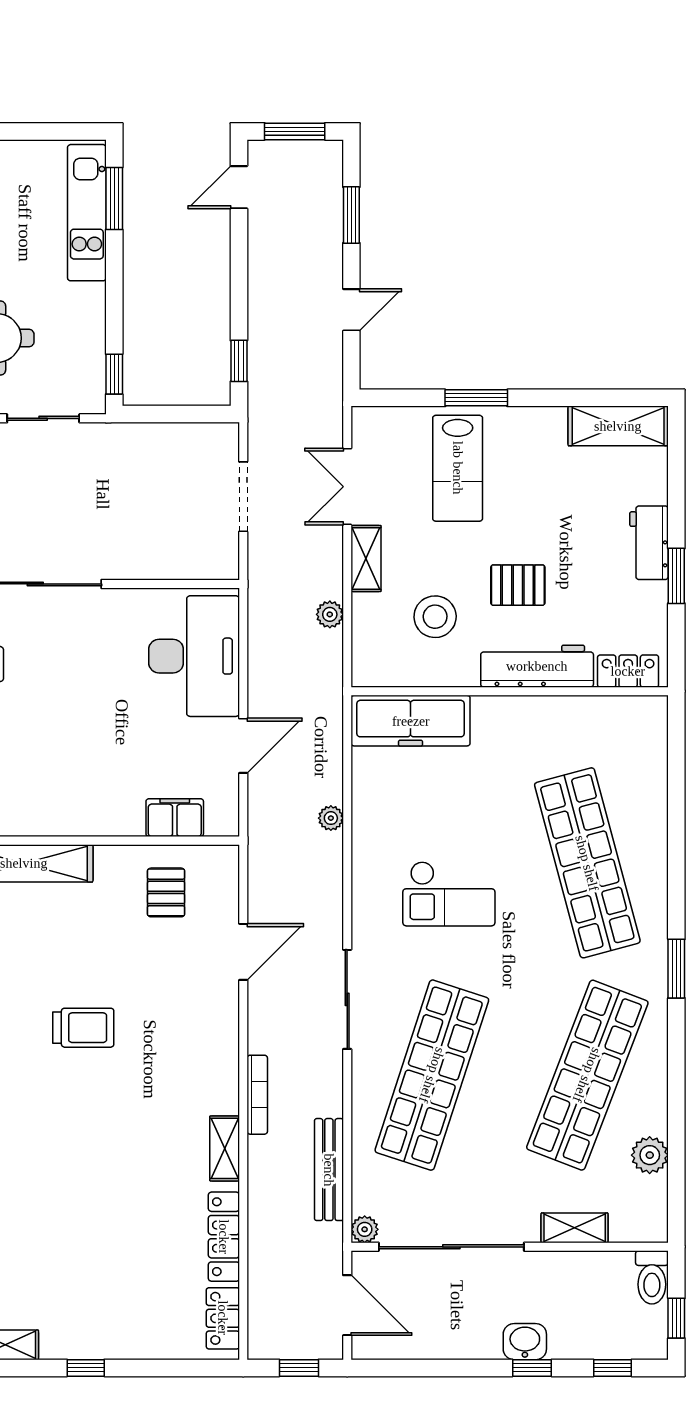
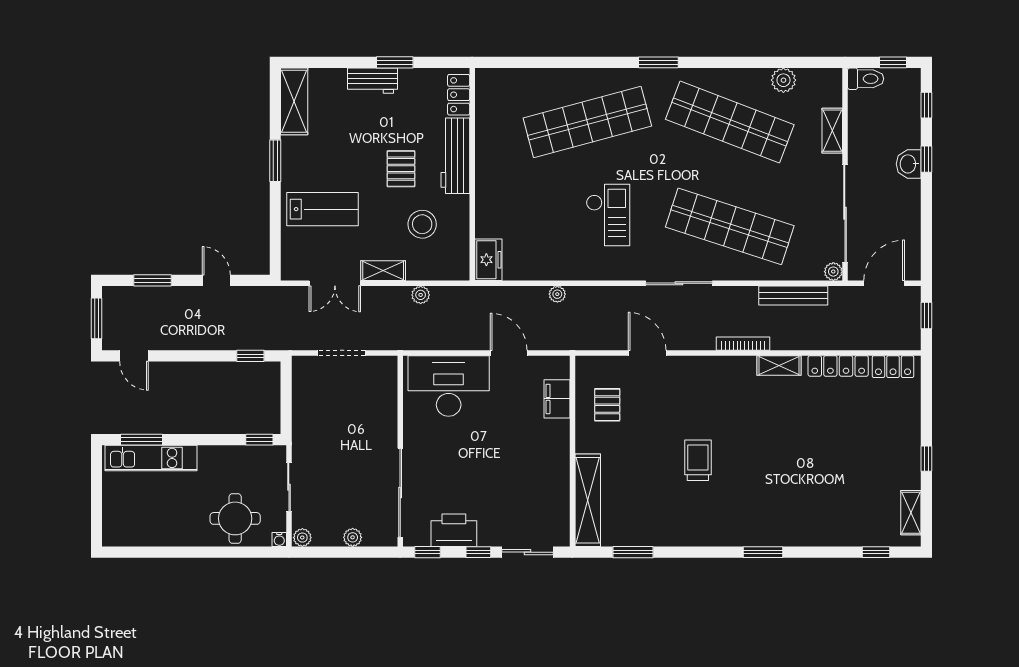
window: (476, 398) -> (275, 161), moved
freezer: (411, 721) -> (488, 260), width x0.52, depth x0.79
pallet: (166, 892) -> (607, 405), turned 90

